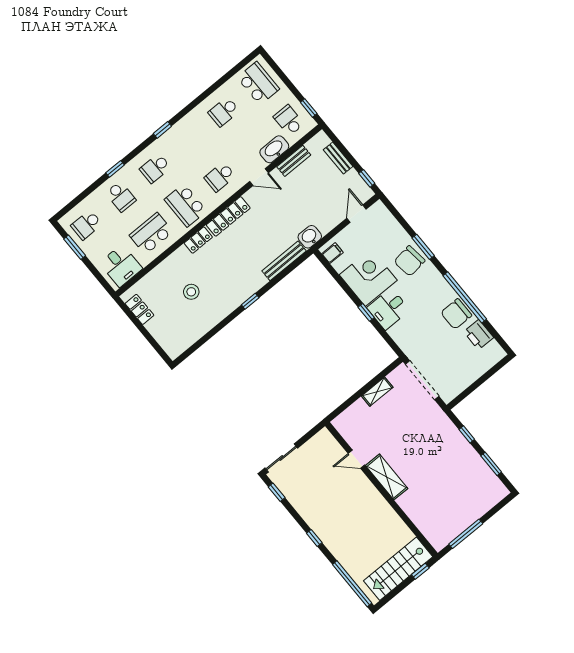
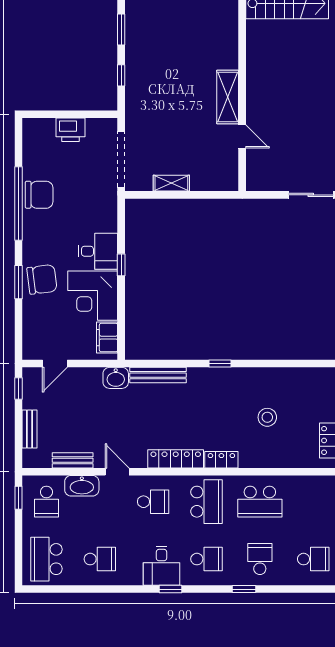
filing cabinet: (333, 253) -> (107, 338), width x2.00
desk: (121, 266) -> (161, 566), moved, turned 180
printer: (479, 335) -> (71, 130), moved, turned 90

